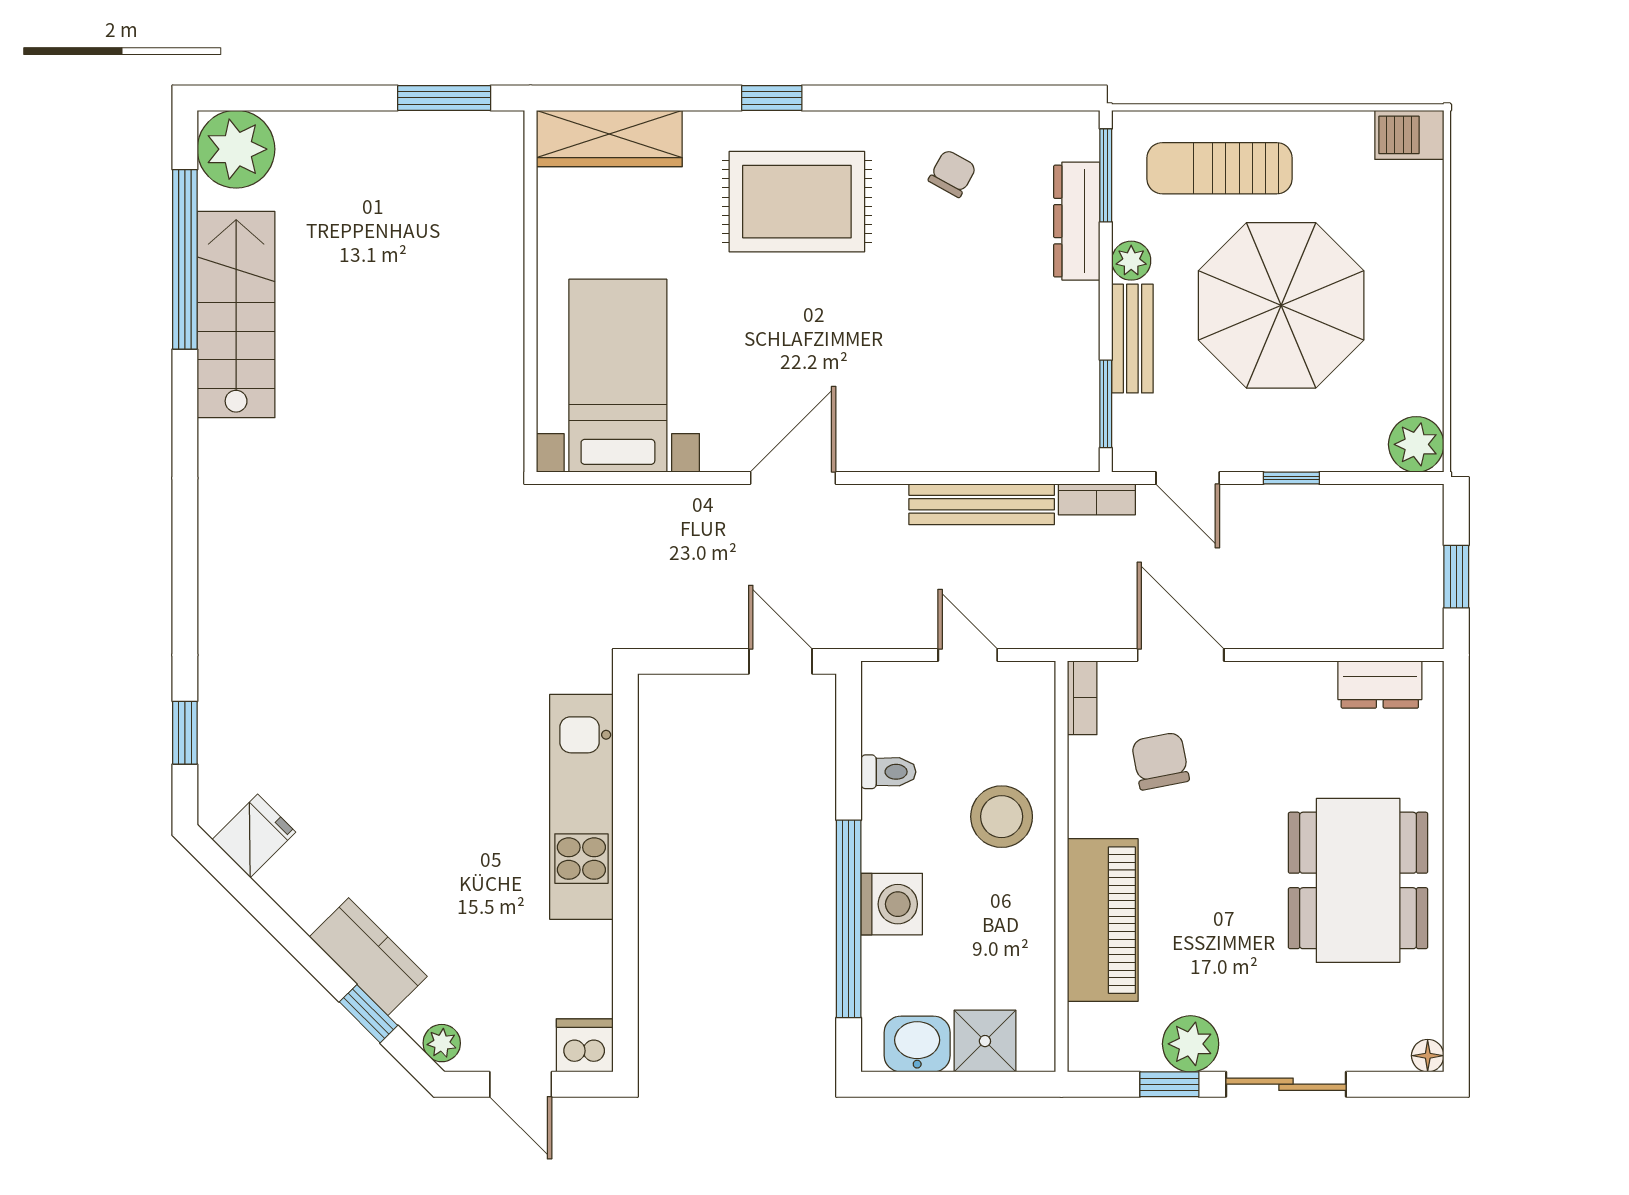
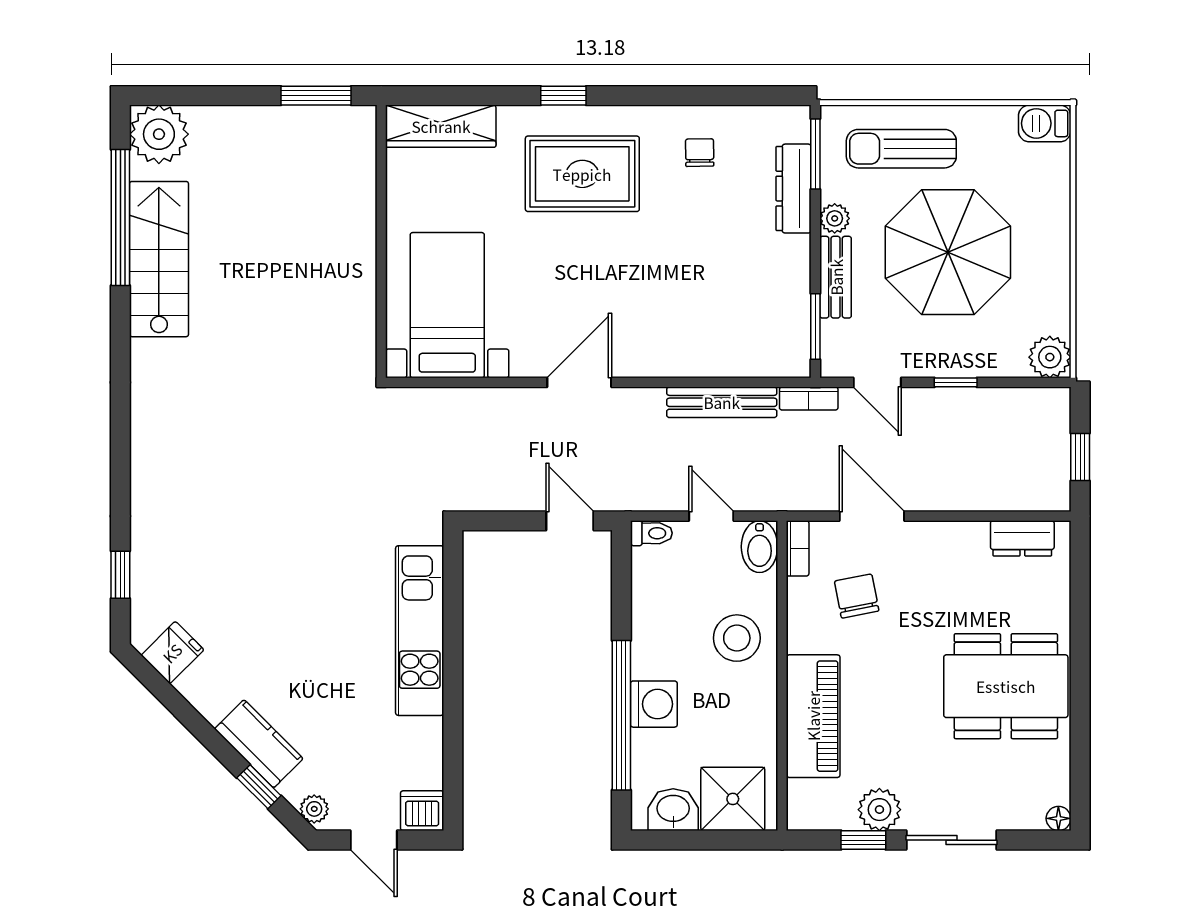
chair: (952, 173) -> (700, 153), turned -30
bidet: (1032, 696) -> (760, 547), added
toilet: (888, 772) -> (651, 533), moved
dining table: (1358, 880) -> (1006, 686), turned 90
shower: (985, 1041) -> (733, 799), width x1.36, depth x1.36

